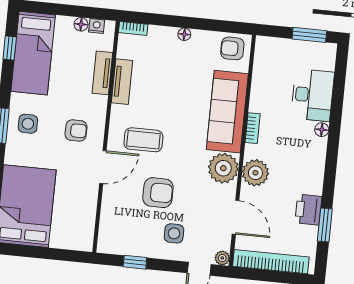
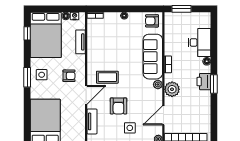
window: (309, 35) -> (181, 9), moved
bed: (33, 53) -> (46, 35), width x1.50
tv unit: (122, 82) -> (92, 121), moved
plant: (223, 168) -> (158, 85), width x0.53, depth x0.53
armchair: (158, 193) -> (118, 106), turned 90
printer: (308, 210) -> (204, 82), moved
door: (236, 217) -> (163, 115), swing flipped
window: (325, 225) -> (214, 84), moved

